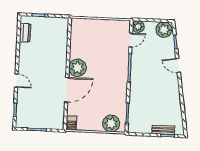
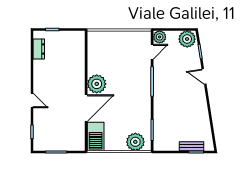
barbecue: (71, 123) -> (96, 136), width x1.88, depth x1.53

